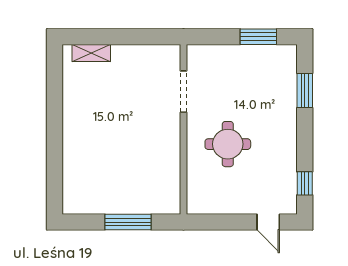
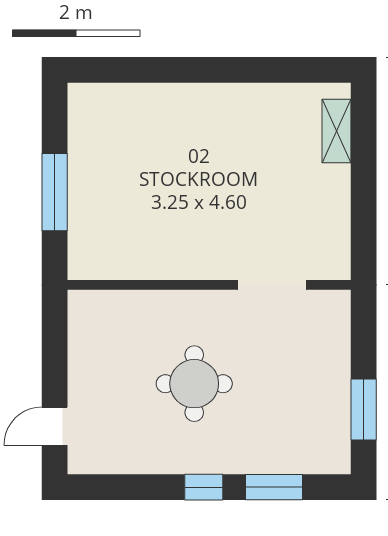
round table: (228, 144) -> (194, 384), moved
window: (305, 183) -> (204, 487), moved

